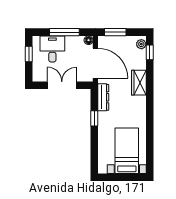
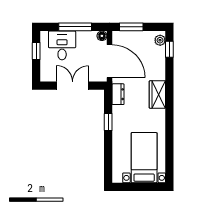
wardrobe: (139, 83) -> (157, 94), moved
dresser: (103, 97) -> (118, 94), width x0.70

